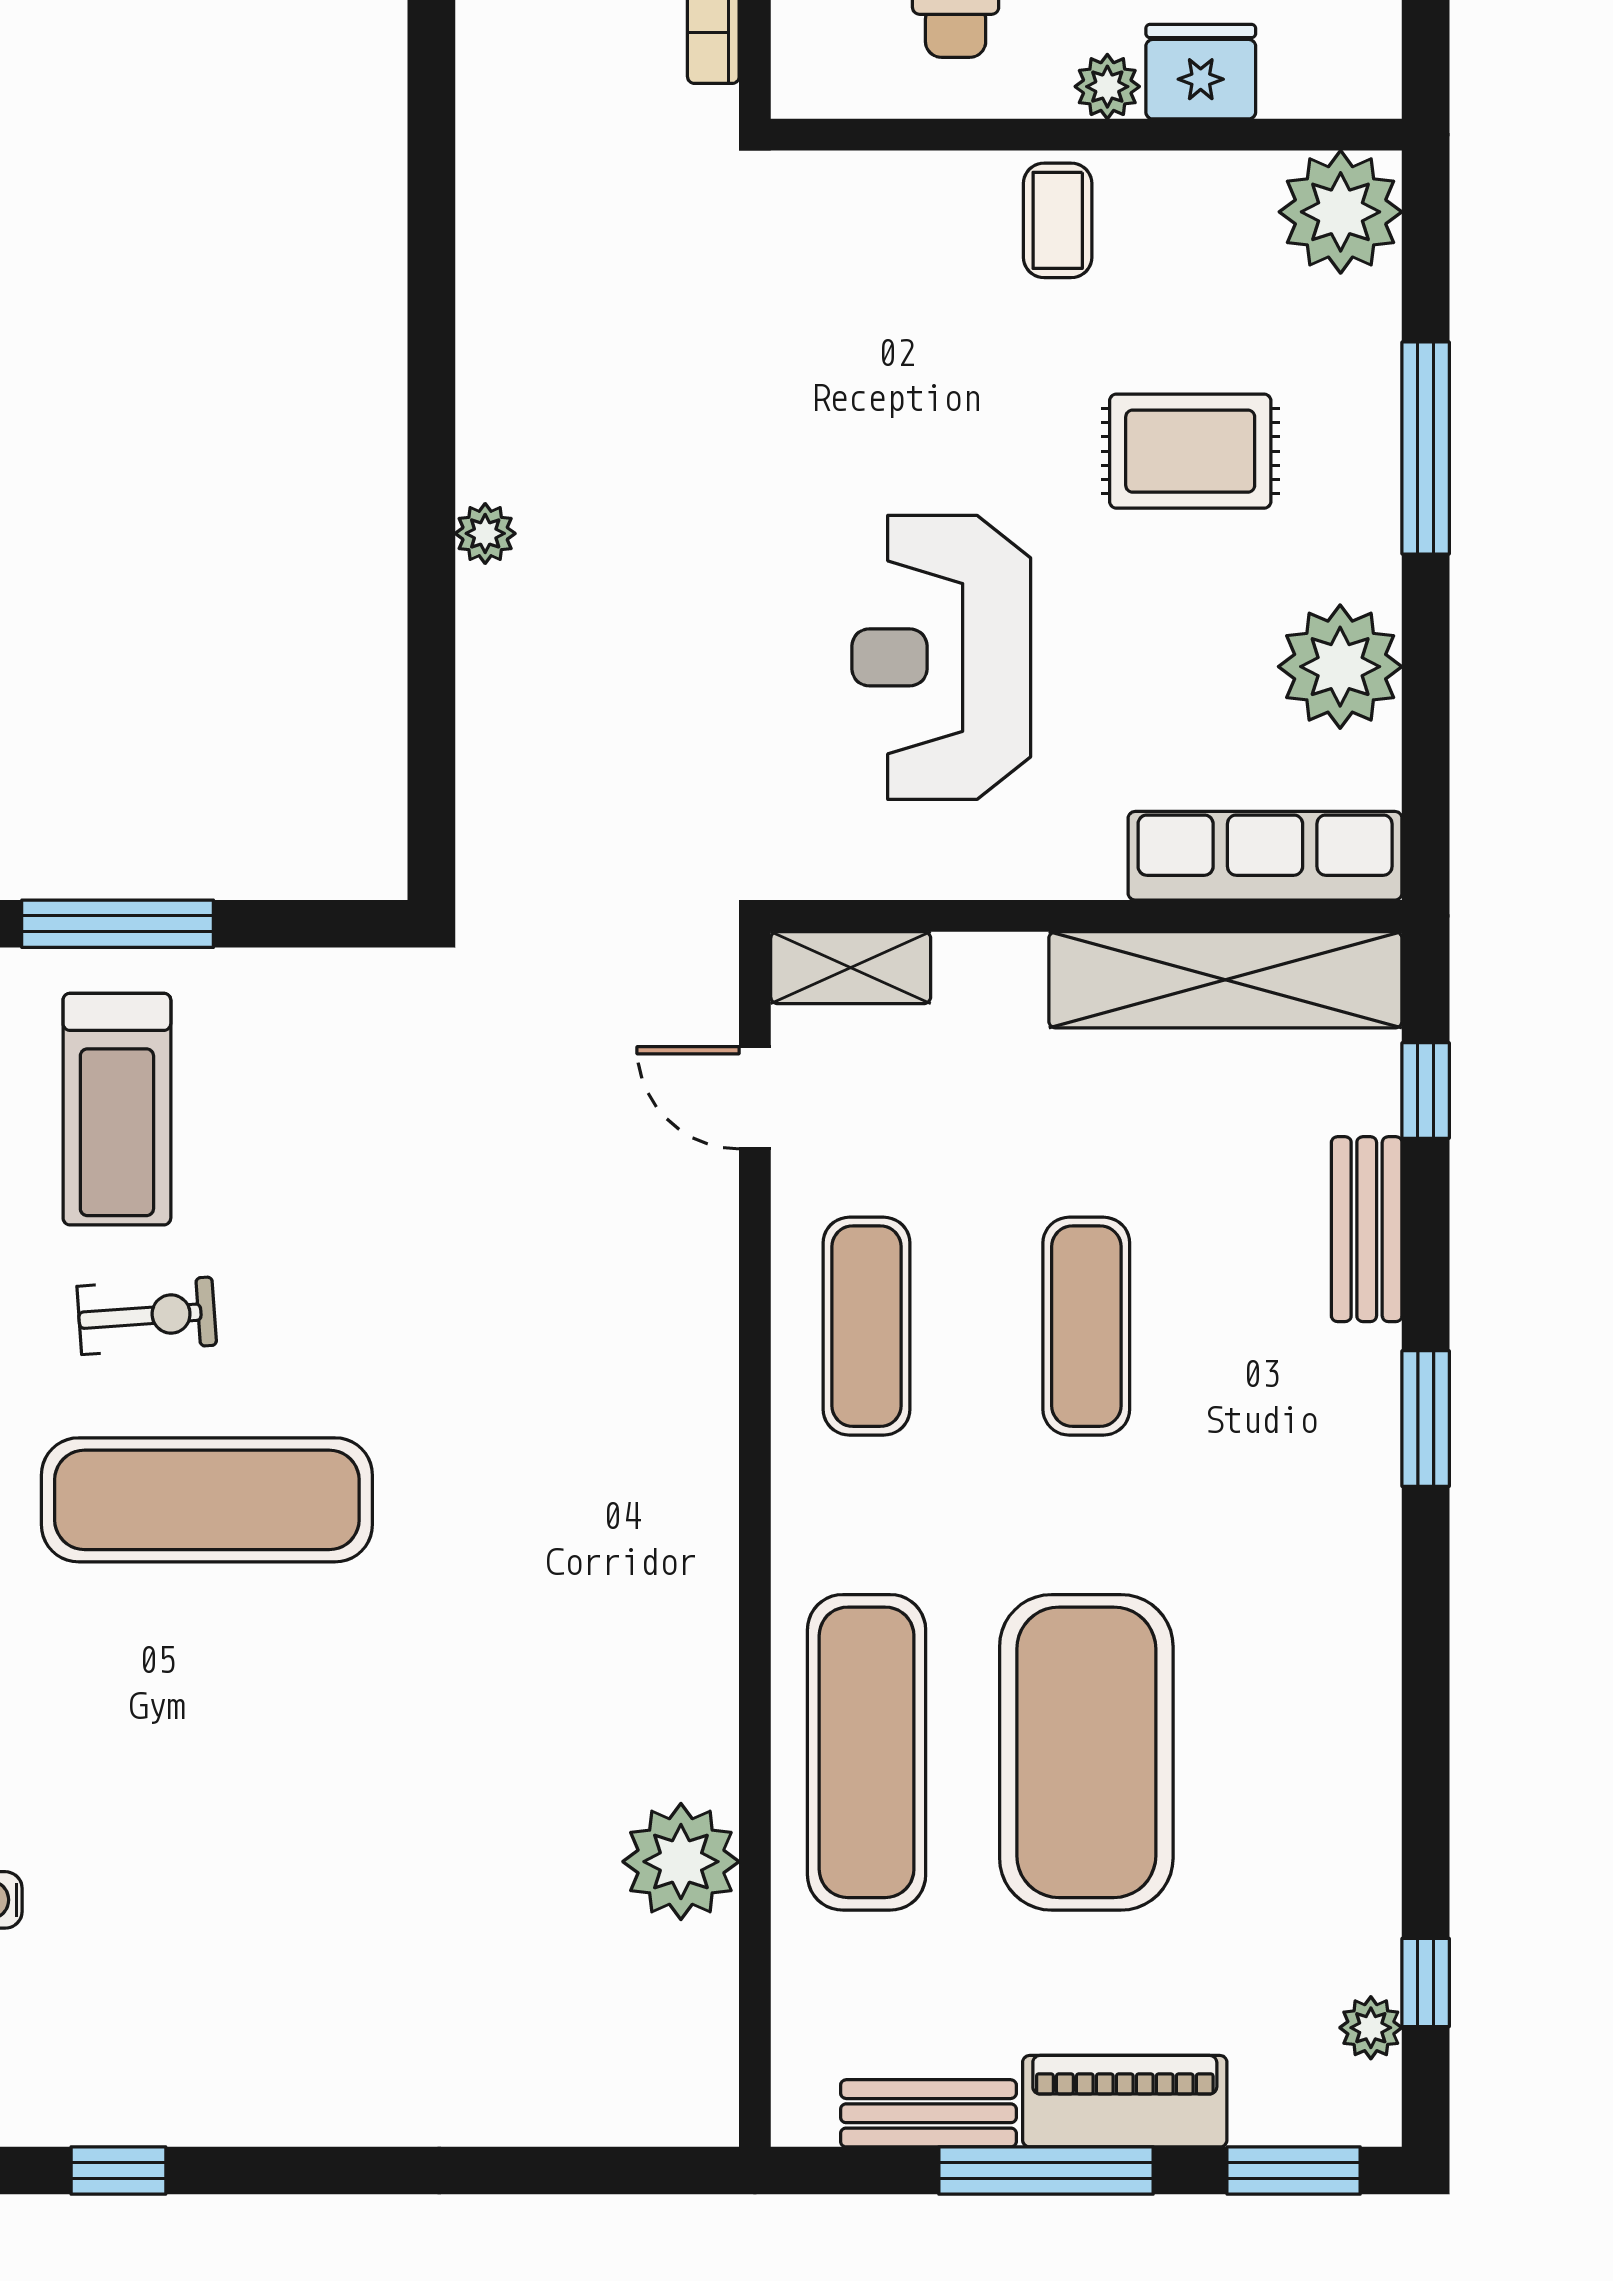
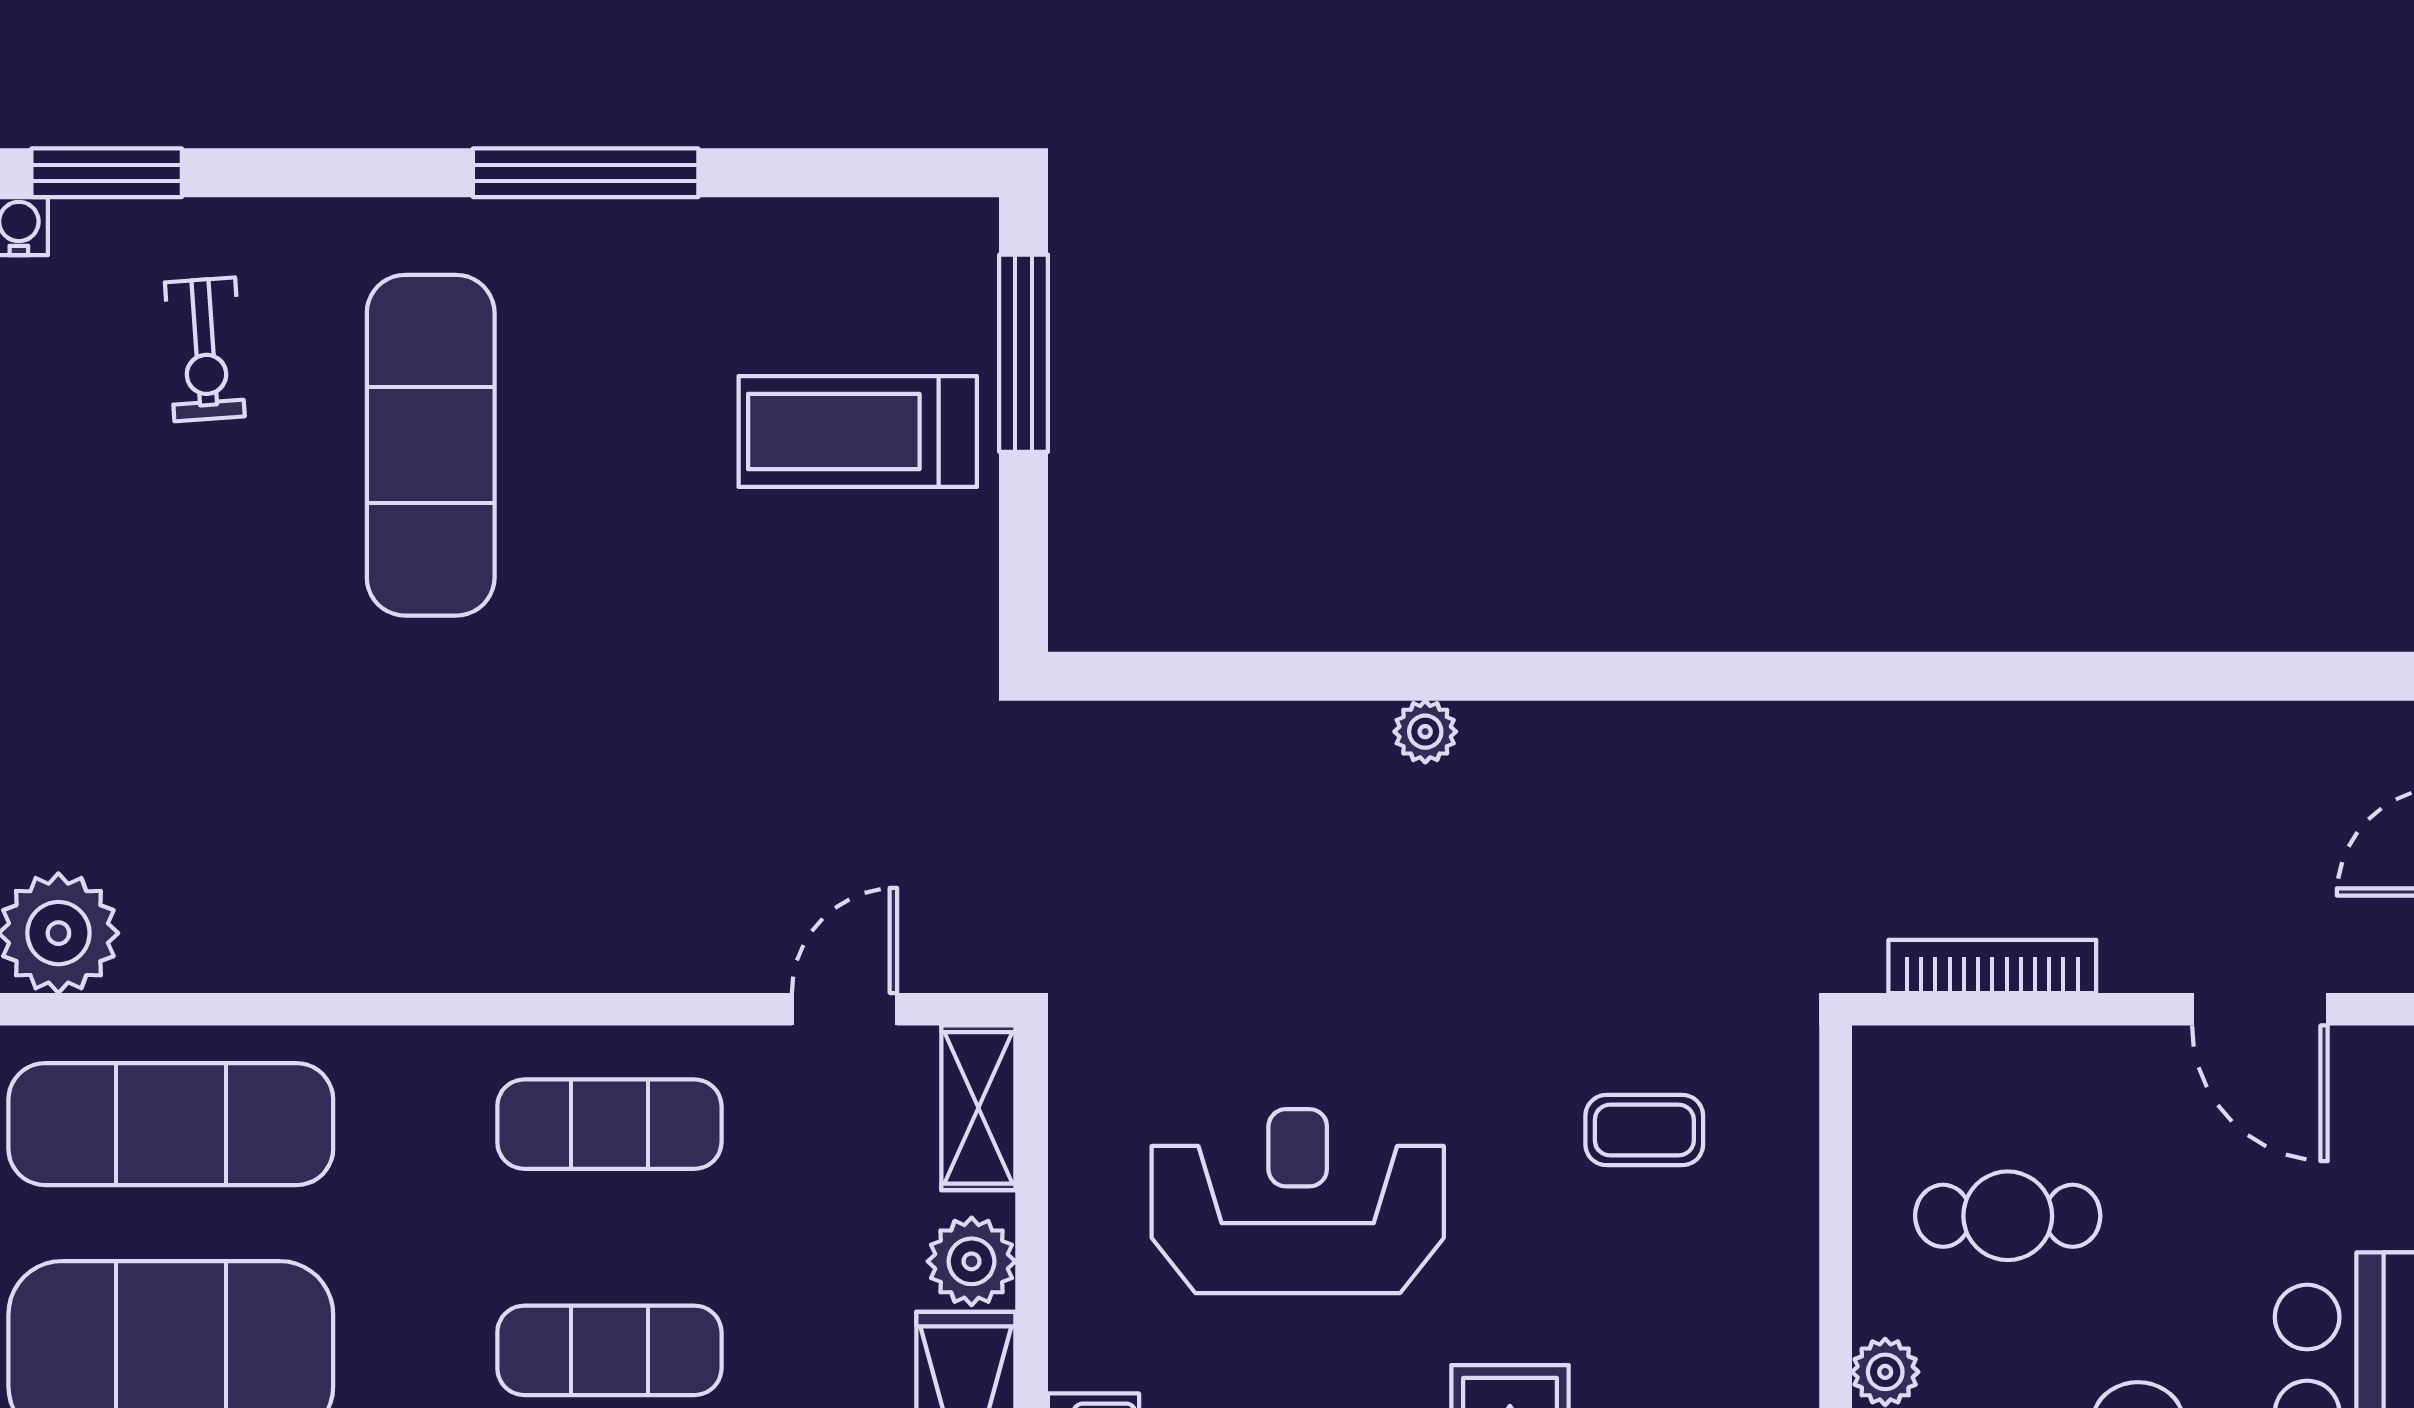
coffee table: (1058, 220) -> (1644, 1130), moved
plant: (1000, 974) -> (972, 1261), added
treadmill: (117, 1109) -> (858, 431), moved
exercise bike: (147, 1316) -> (205, 349), moved

